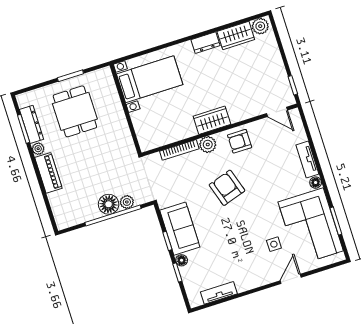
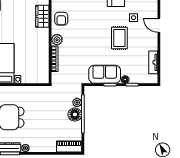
wardrobe: (212, 120) -> (42, 16), moved
piano: (48, 173) -> (69, 146), moved
armchair: (227, 188) -> (88, 36), removed
rug: (238, 233) -> (119, 38), added
door: (291, 279) -> (159, 25), moved

